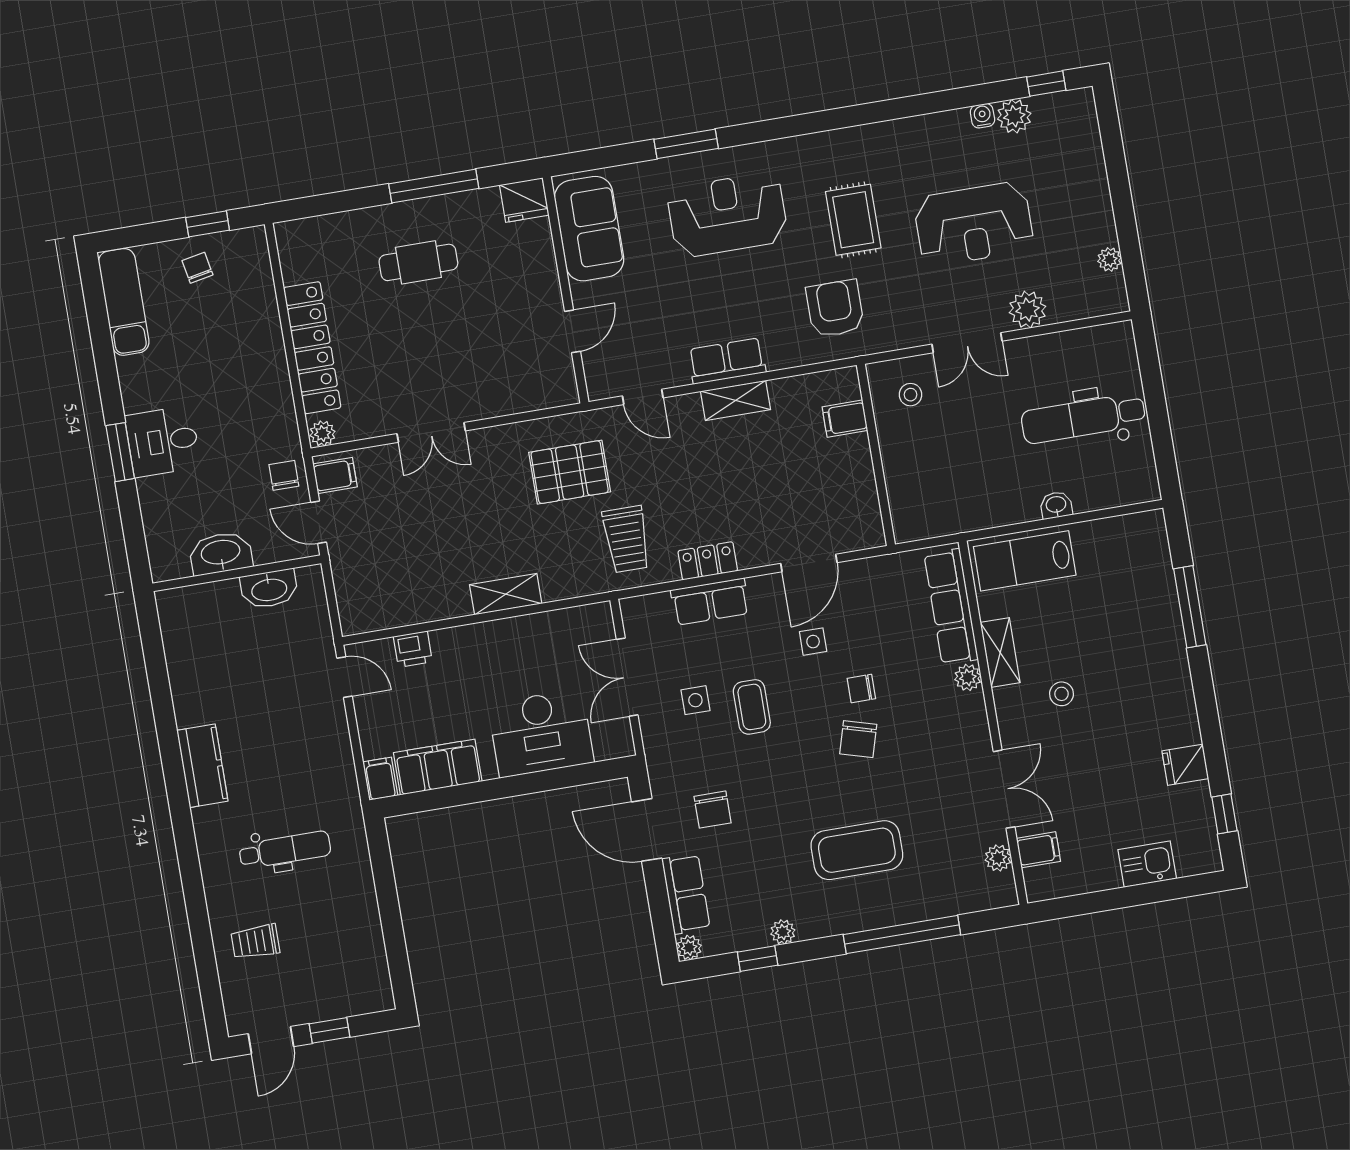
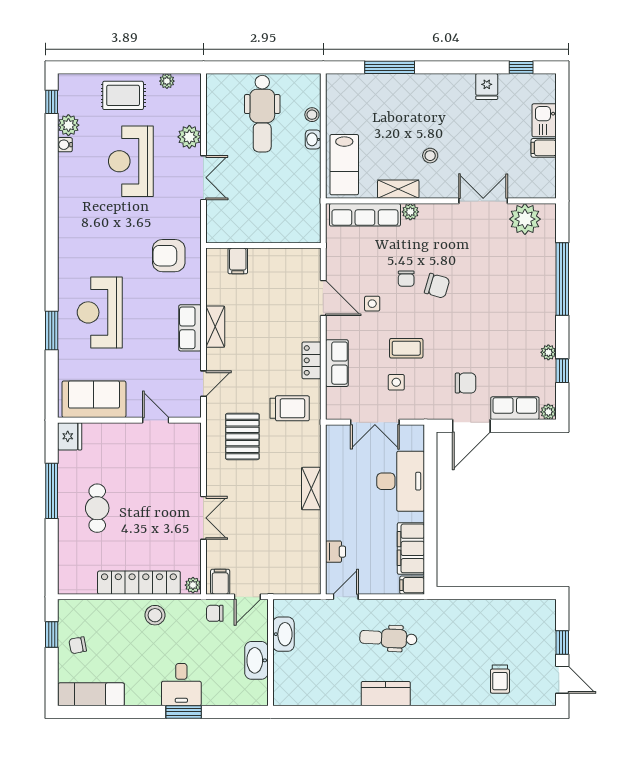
rug: (853, 220) -> (123, 95), moved
reception desk: (974, 224) -> (131, 161), turned 180
stool: (265, 382) -> (155, 615), added
stool: (911, 395) -> (312, 115), moved
dental chair: (285, 850) -> (388, 638), moved, turned -87
coffee table: (857, 850) -> (506, 298), removed
filing cabinet: (1038, 850) -> (544, 148), moved, turned -90
plant: (998, 858) -> (525, 219), width x1.88, depth x1.88

